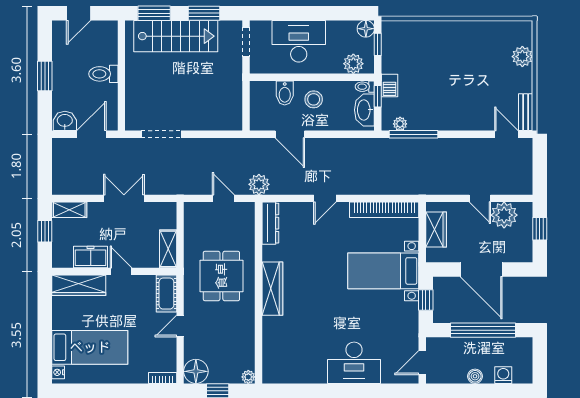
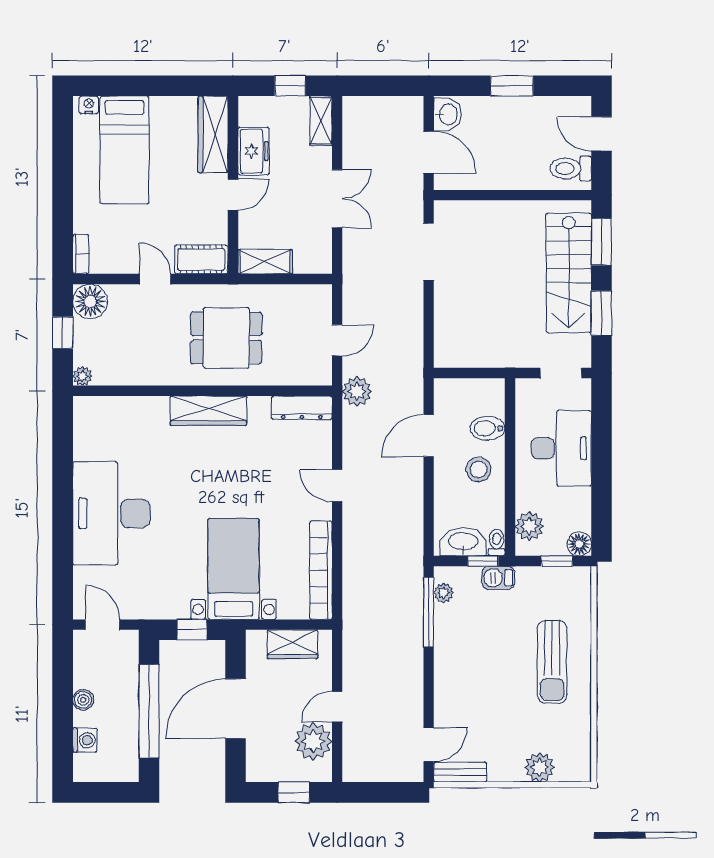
sun lounger: (448, 48) -> (552, 662), added
toilet: (103, 74) -> (571, 168), moved, turned -90
desk: (354, 363) -> (111, 513), width x1.36, depth x1.30

